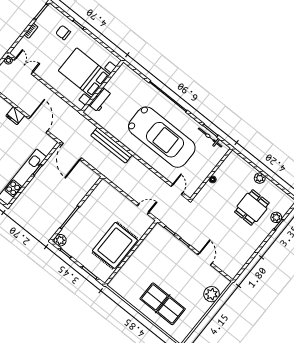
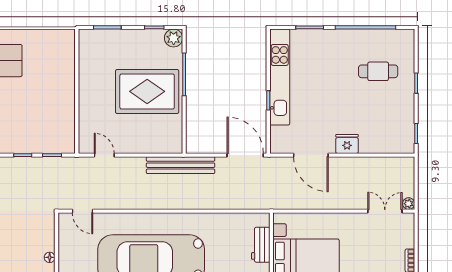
double door: (23, 66) -> (385, 211), swing flipped
bench: (111, 145) -> (181, 165), moved
door: (143, 209) -> (104, 155), swing flipped
rug: (115, 245) -> (147, 91), moved, turned 90

